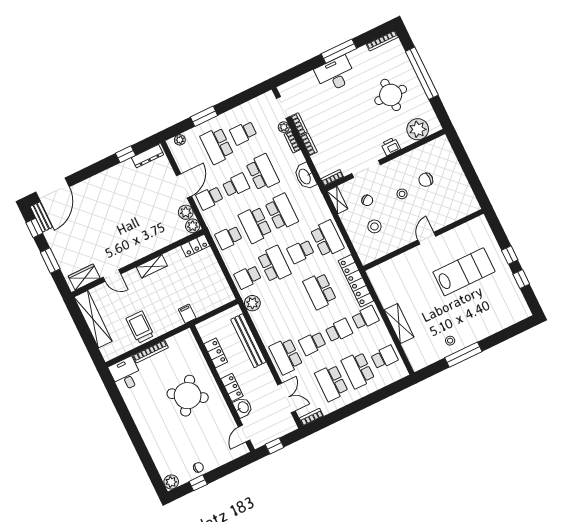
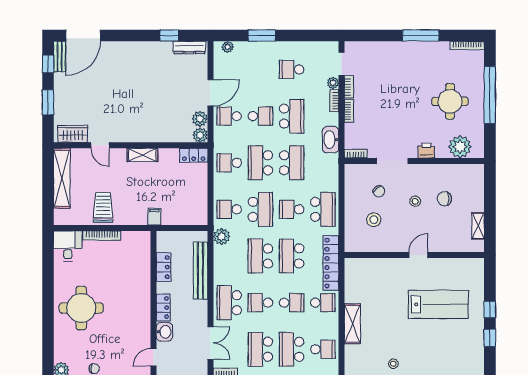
desk: (335, 74) -> (407, 56), removed
school desk: (217, 146) -> (260, 256), moved
shelving: (337, 200) -> (478, 226), moved
round table: (188, 396) -> (81, 308), moved, turned -33

